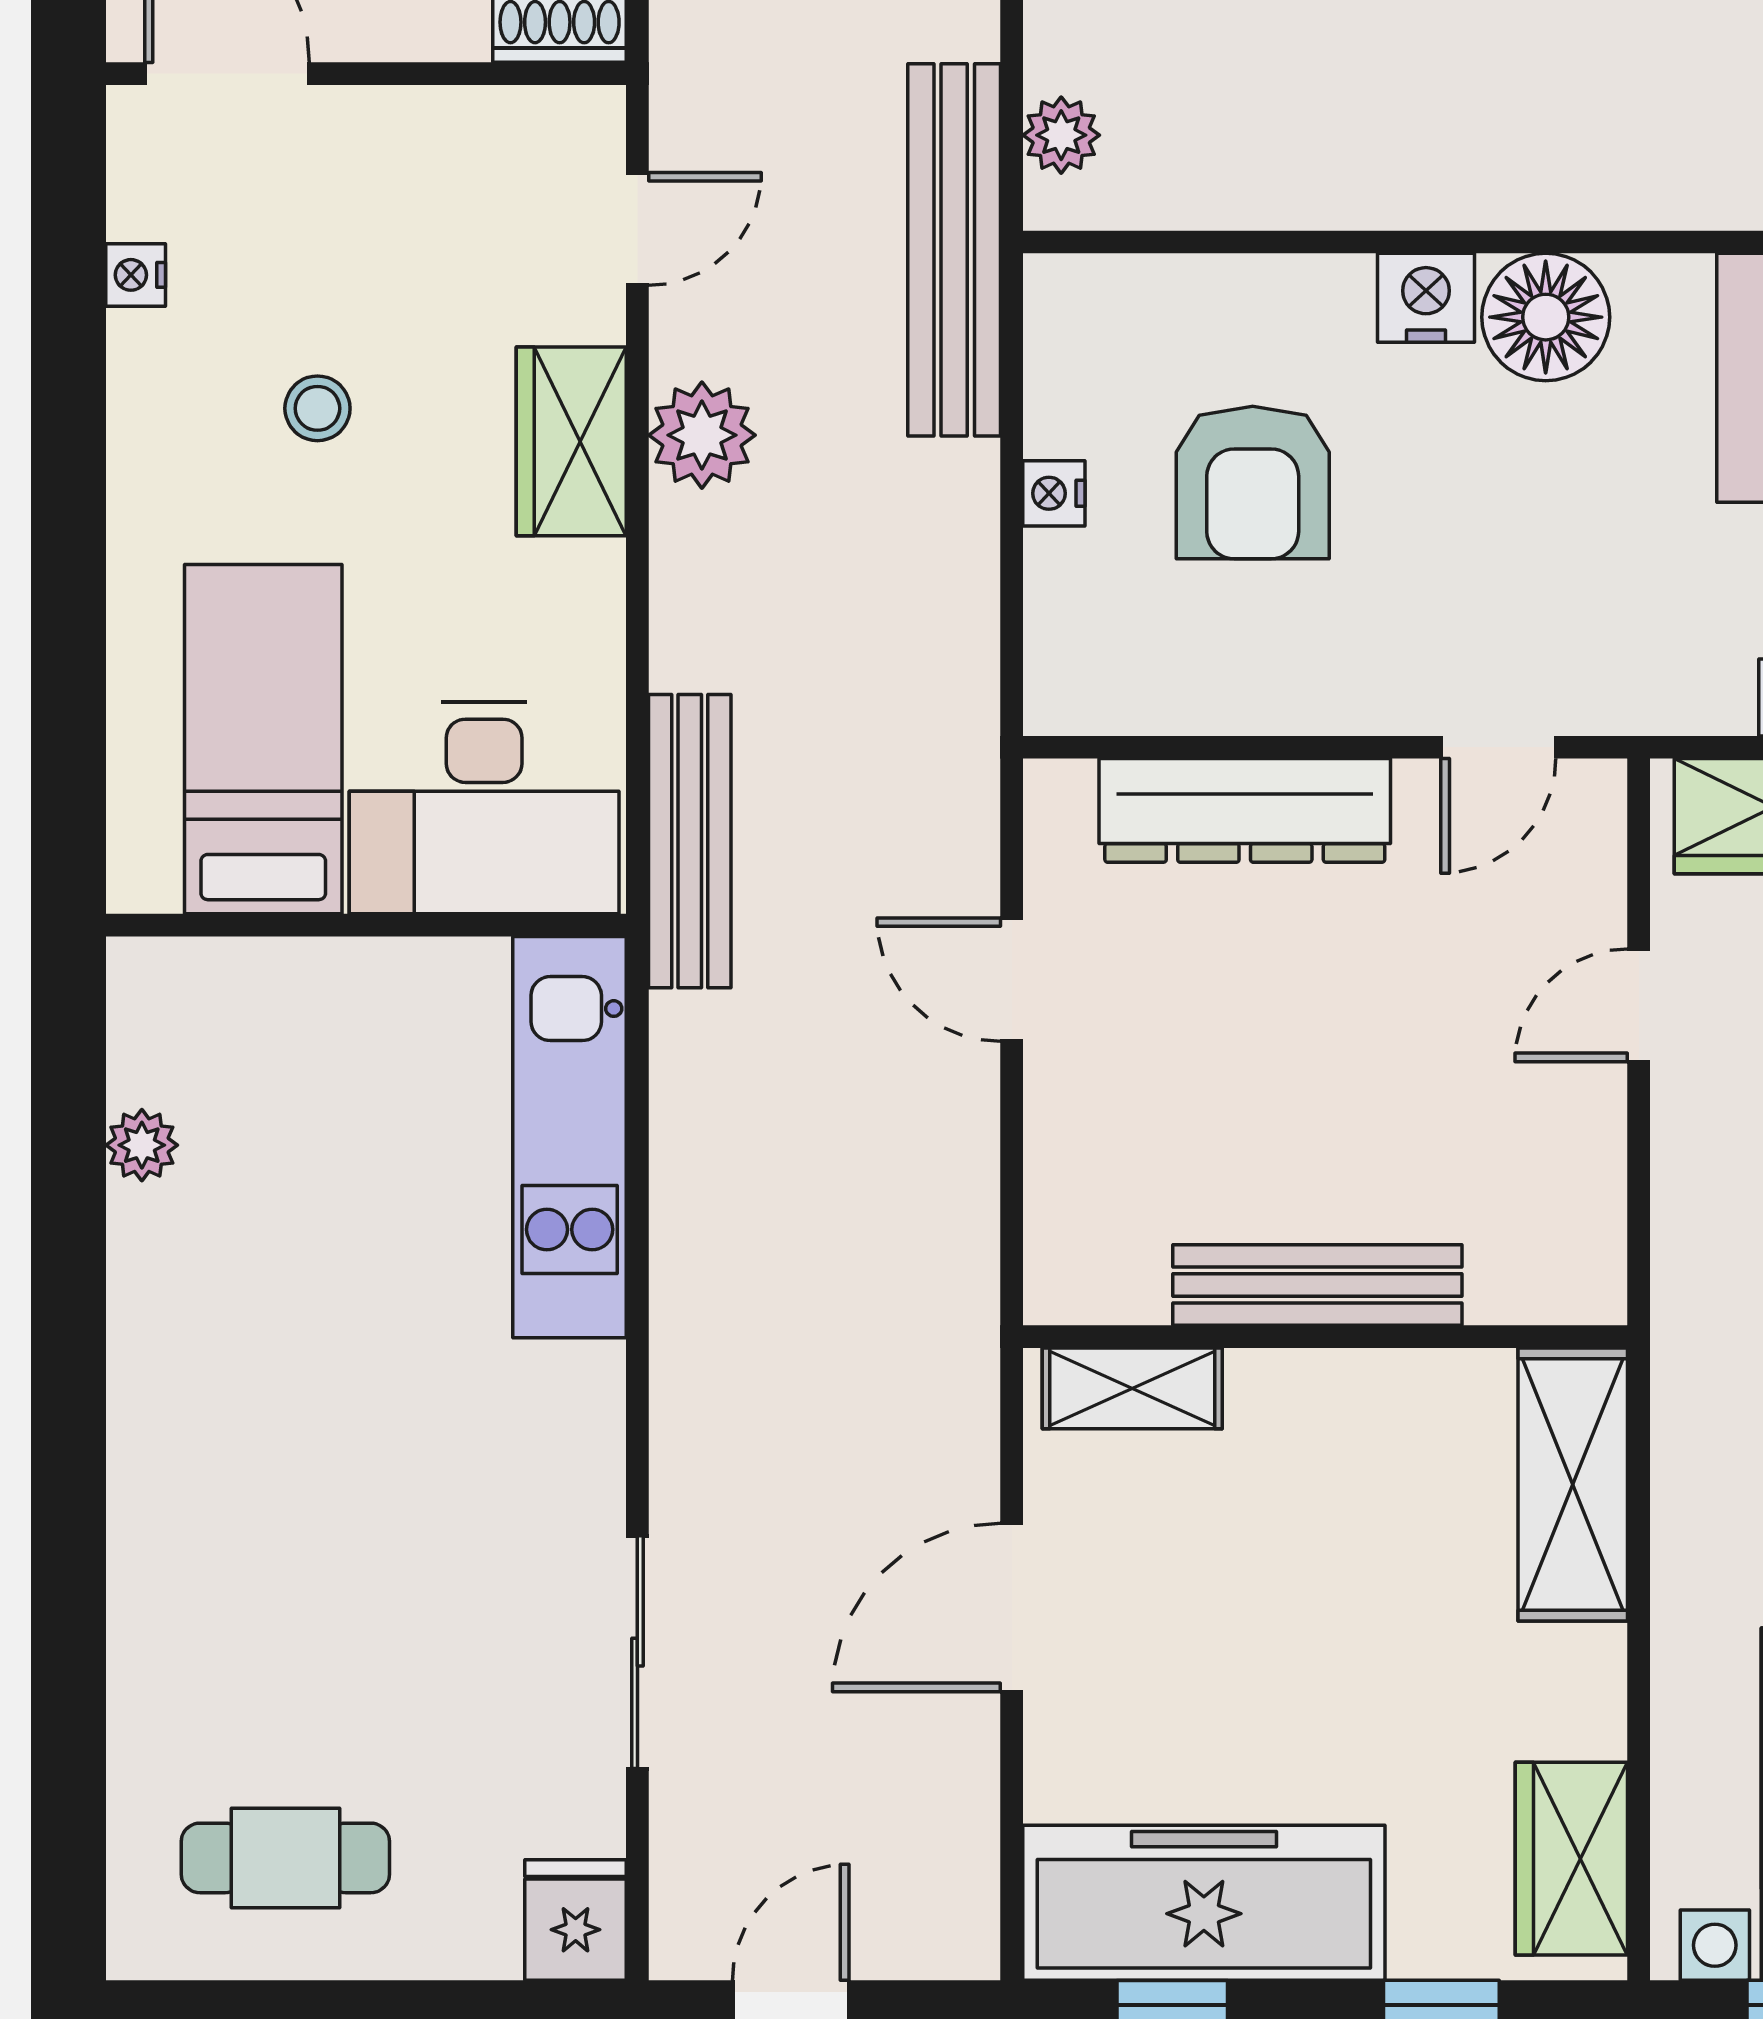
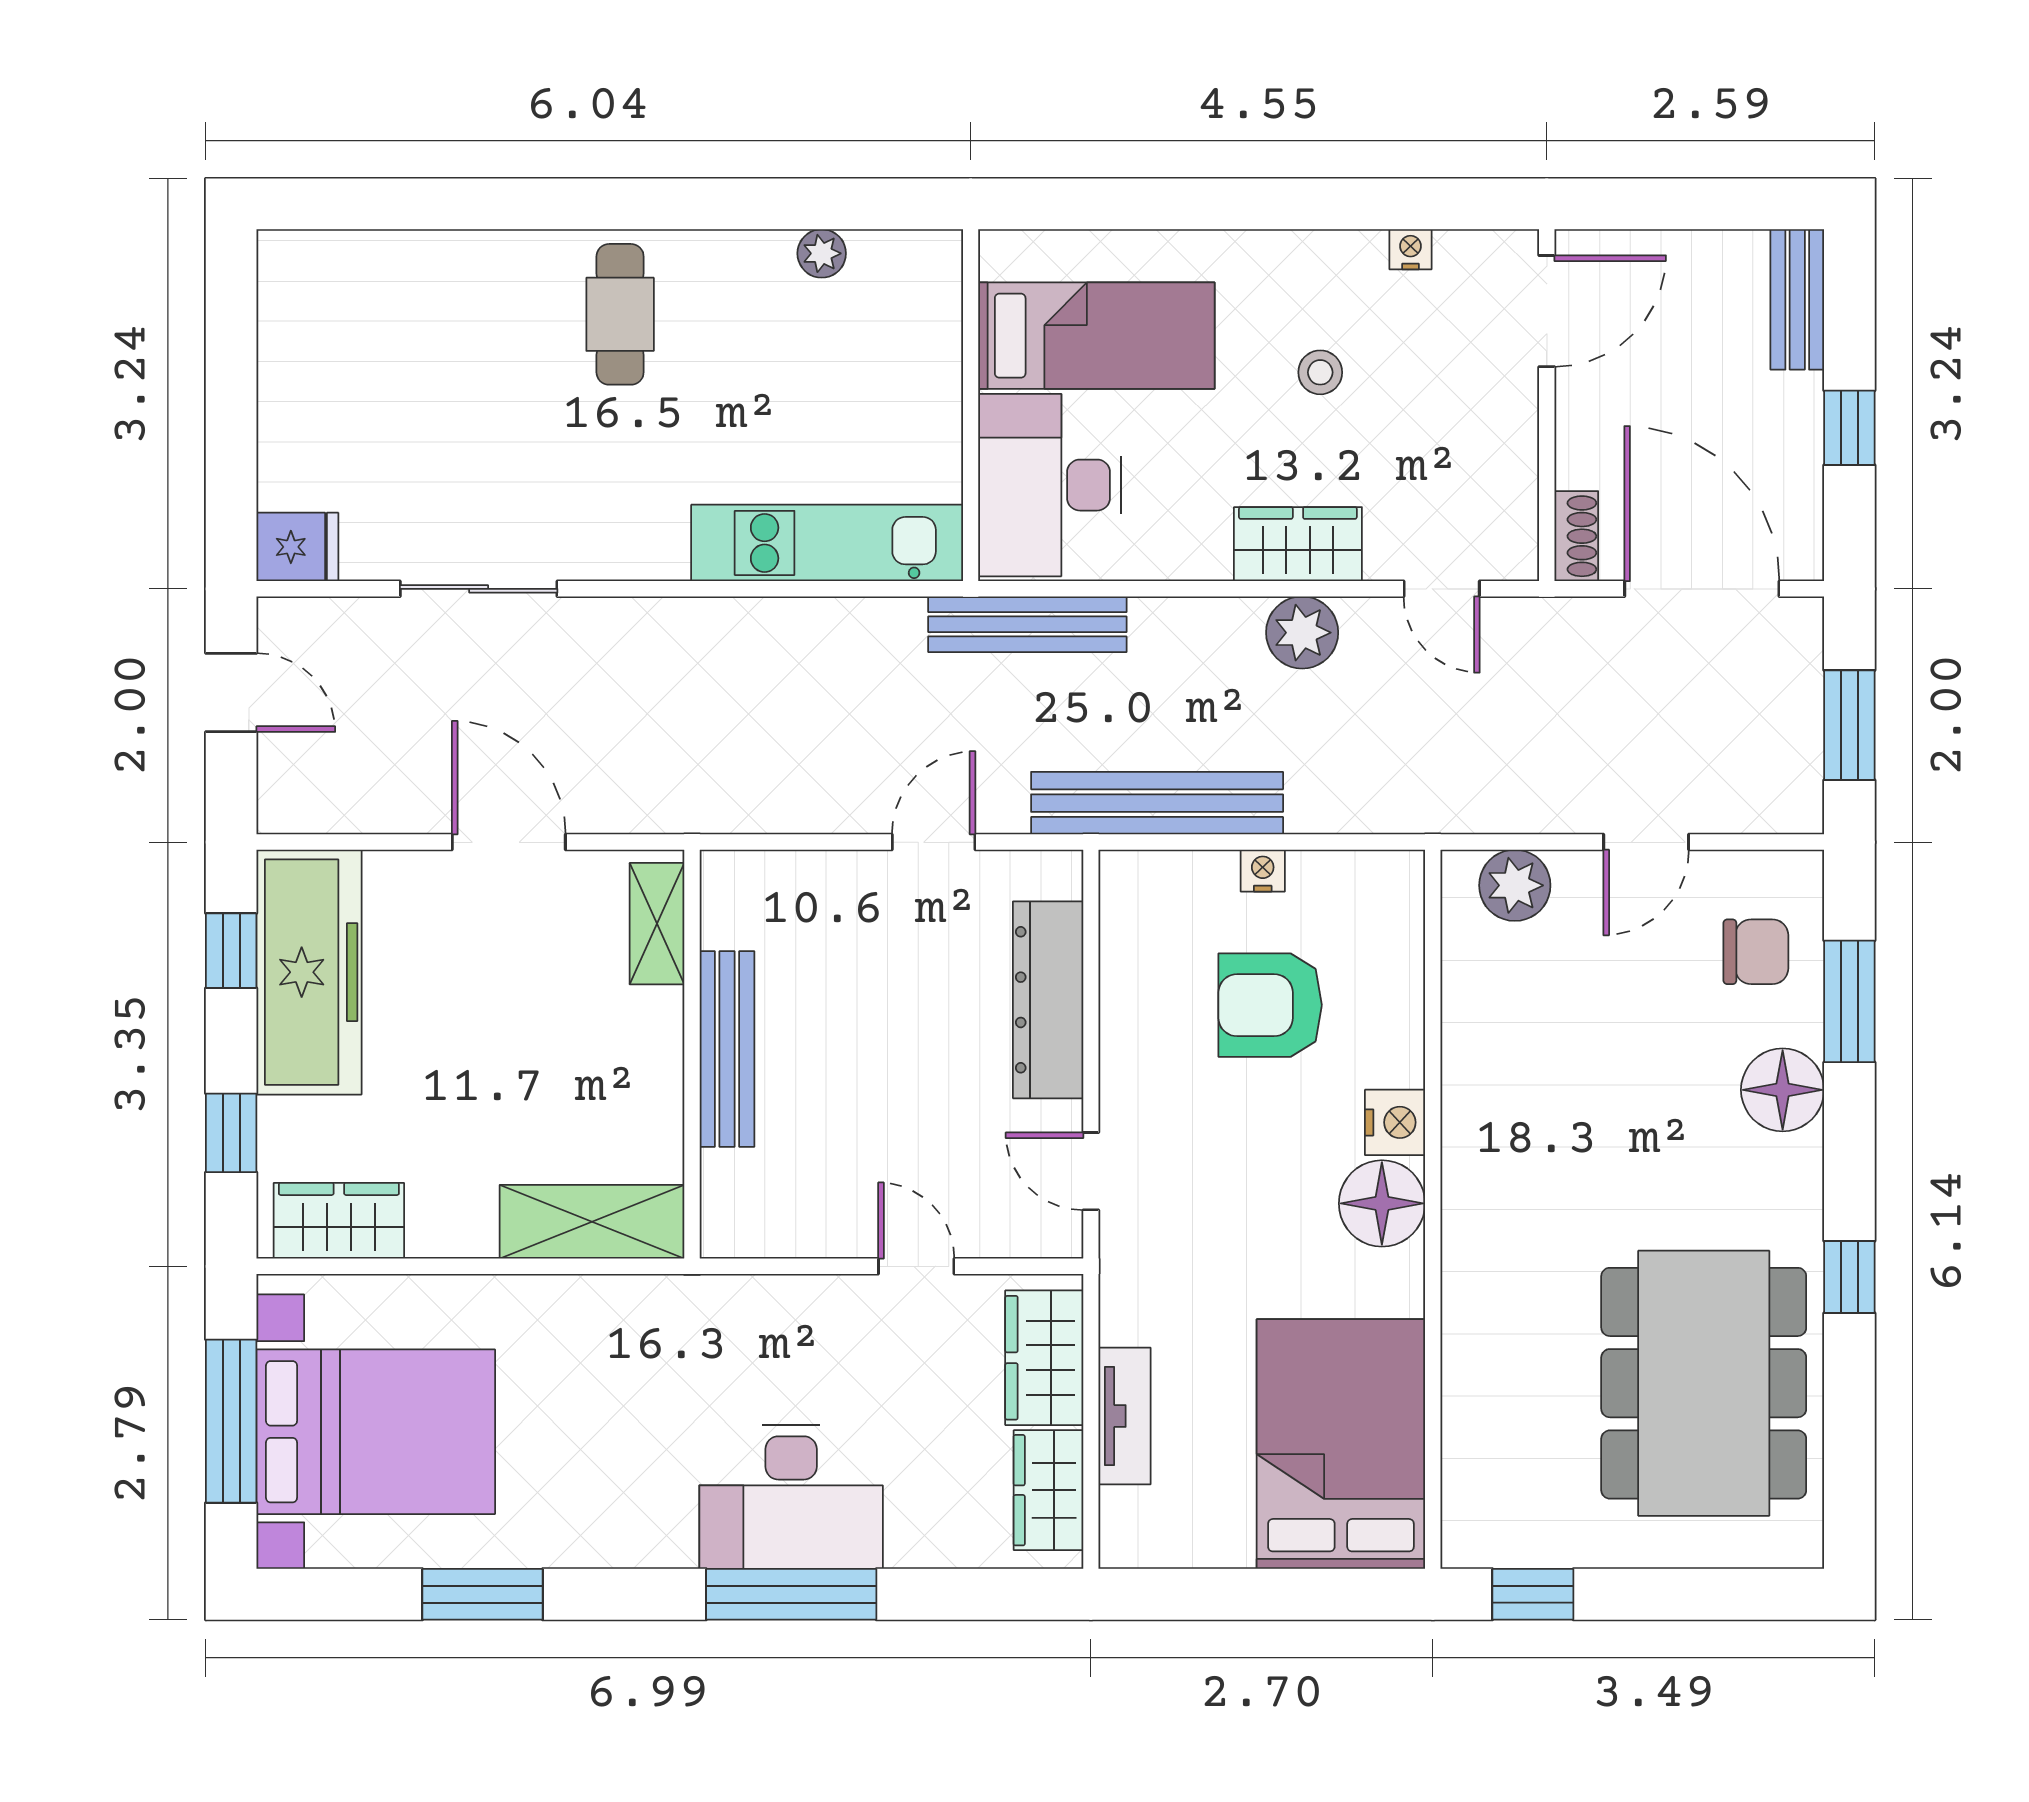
plant: (1061, 135) -> (1515, 885), width x1.38, depth x1.38
bench: (954, 250) -> (1157, 803), moved
cafe table: (285, 1858) -> (620, 314), moved

